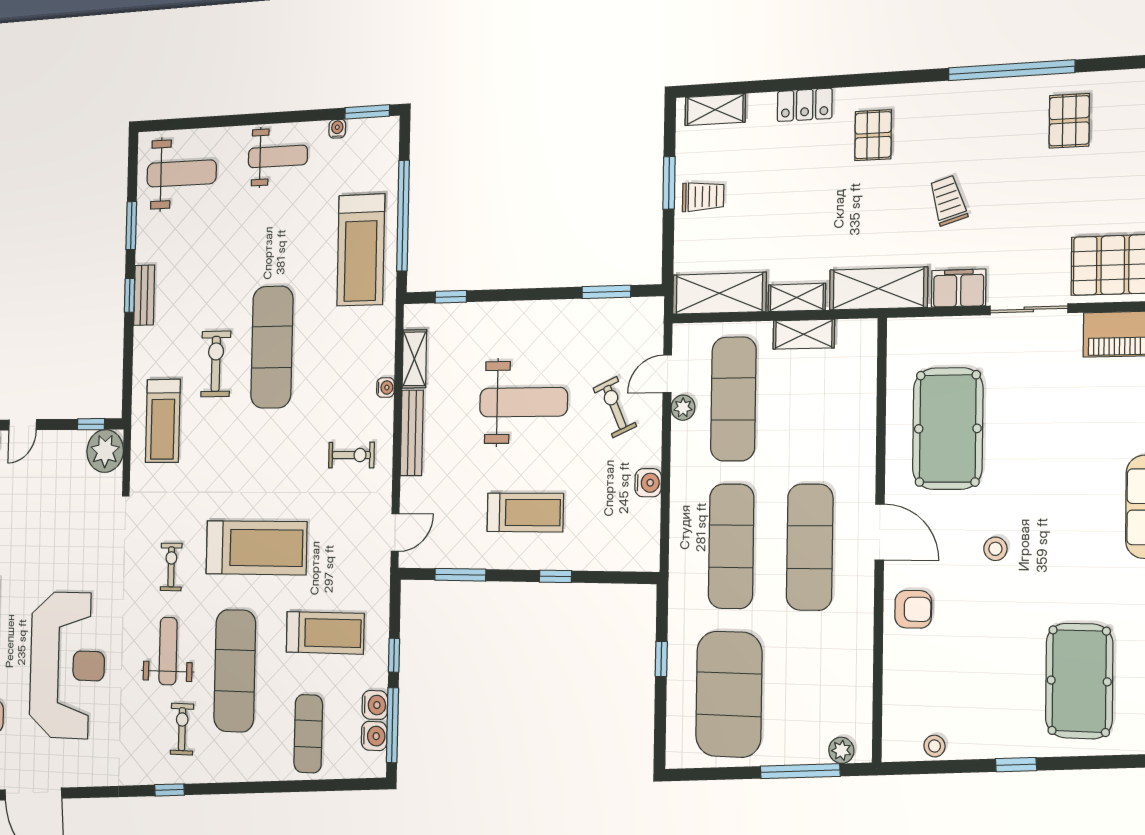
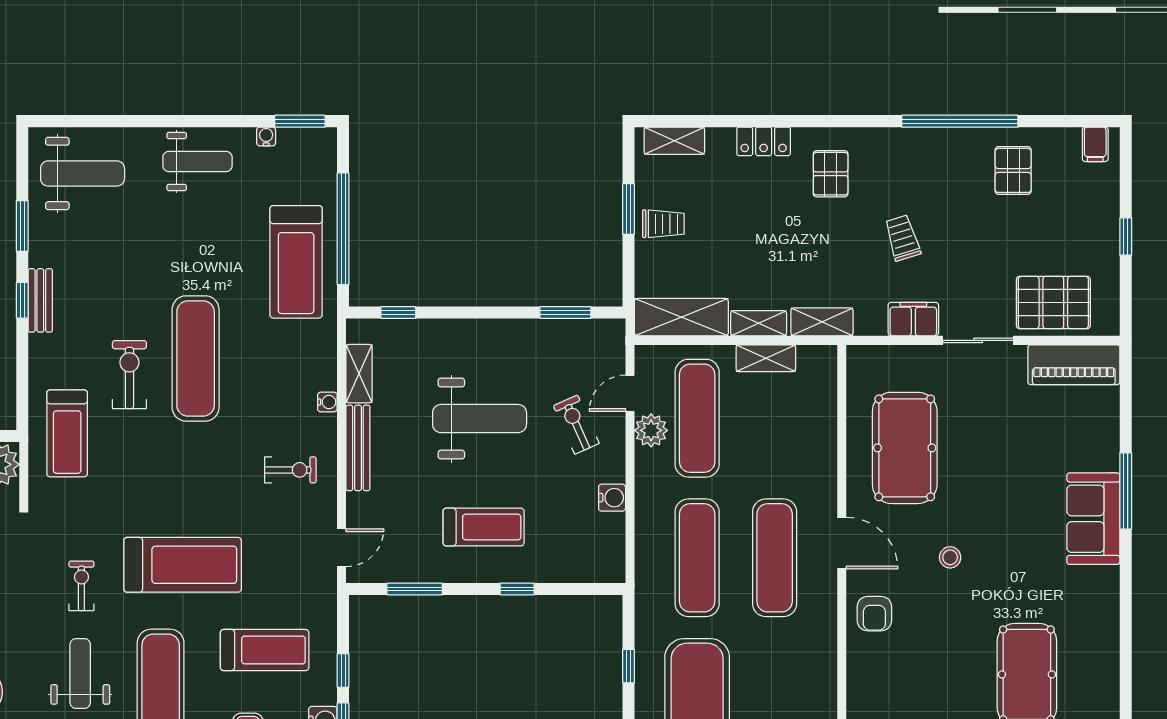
shelving: (878, 289) -> (822, 322), width x0.67, depth x0.75
plant: (683, 408) -> (651, 430), width x1.38, depth x1.38
armchair: (913, 609) -> (874, 614), turned 90

